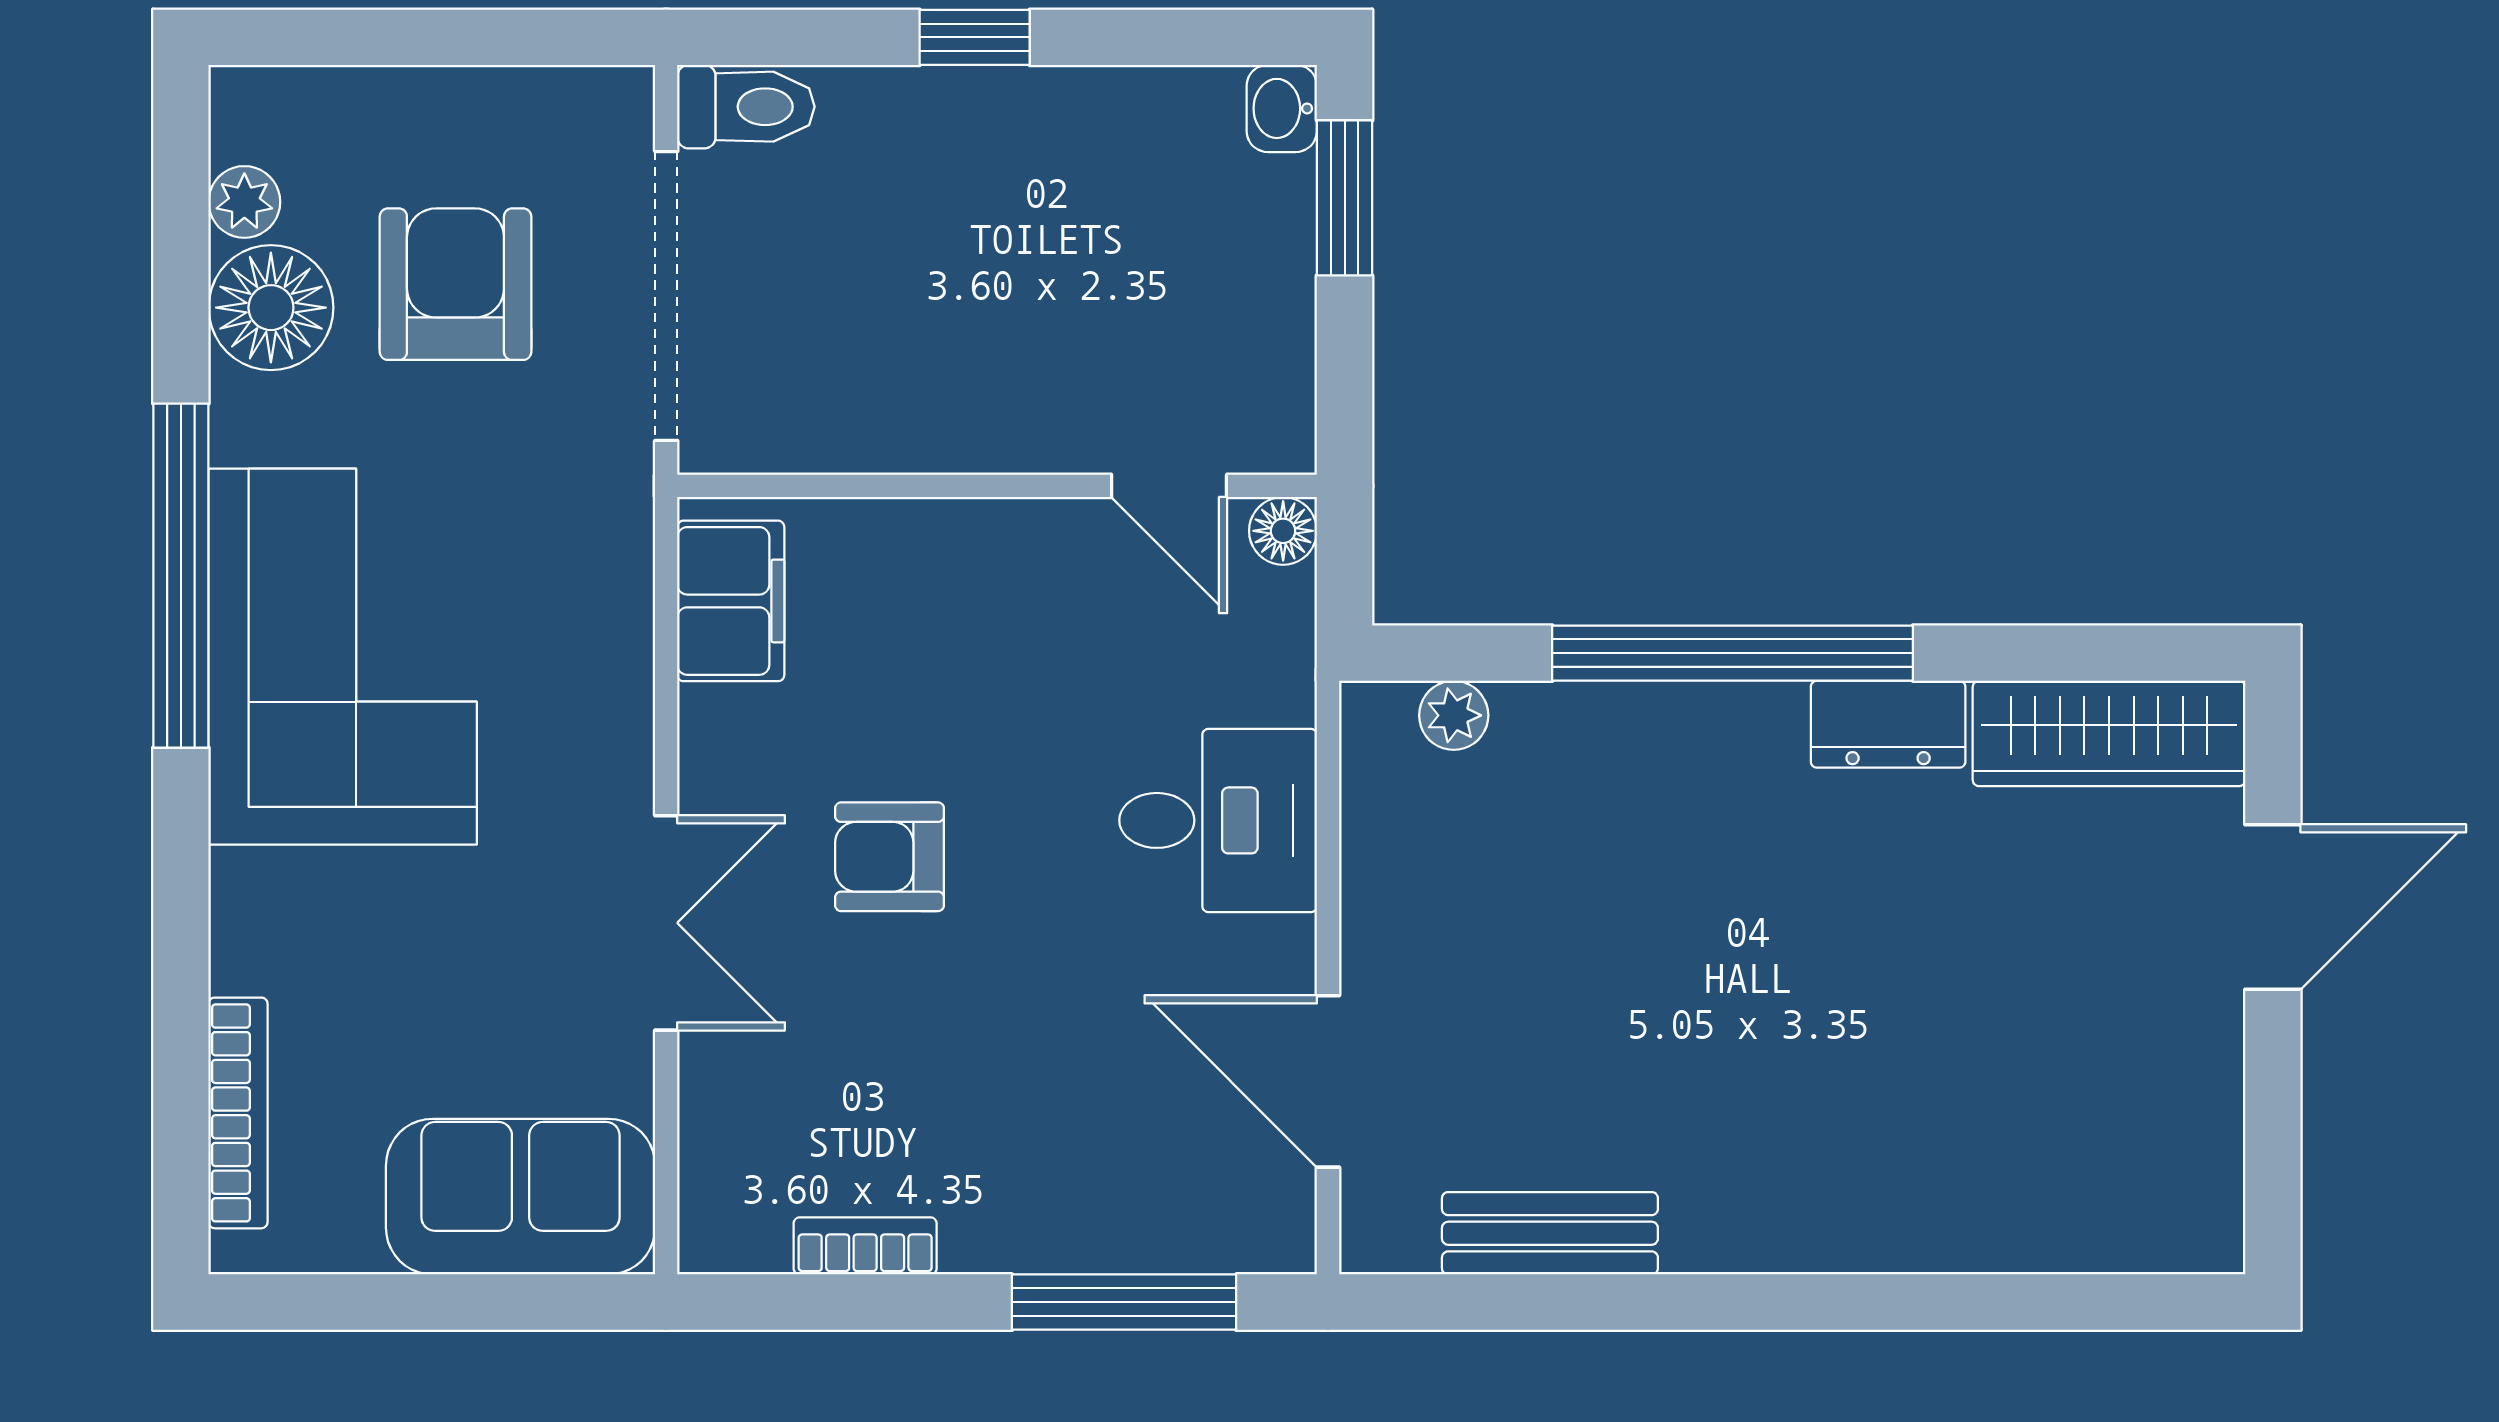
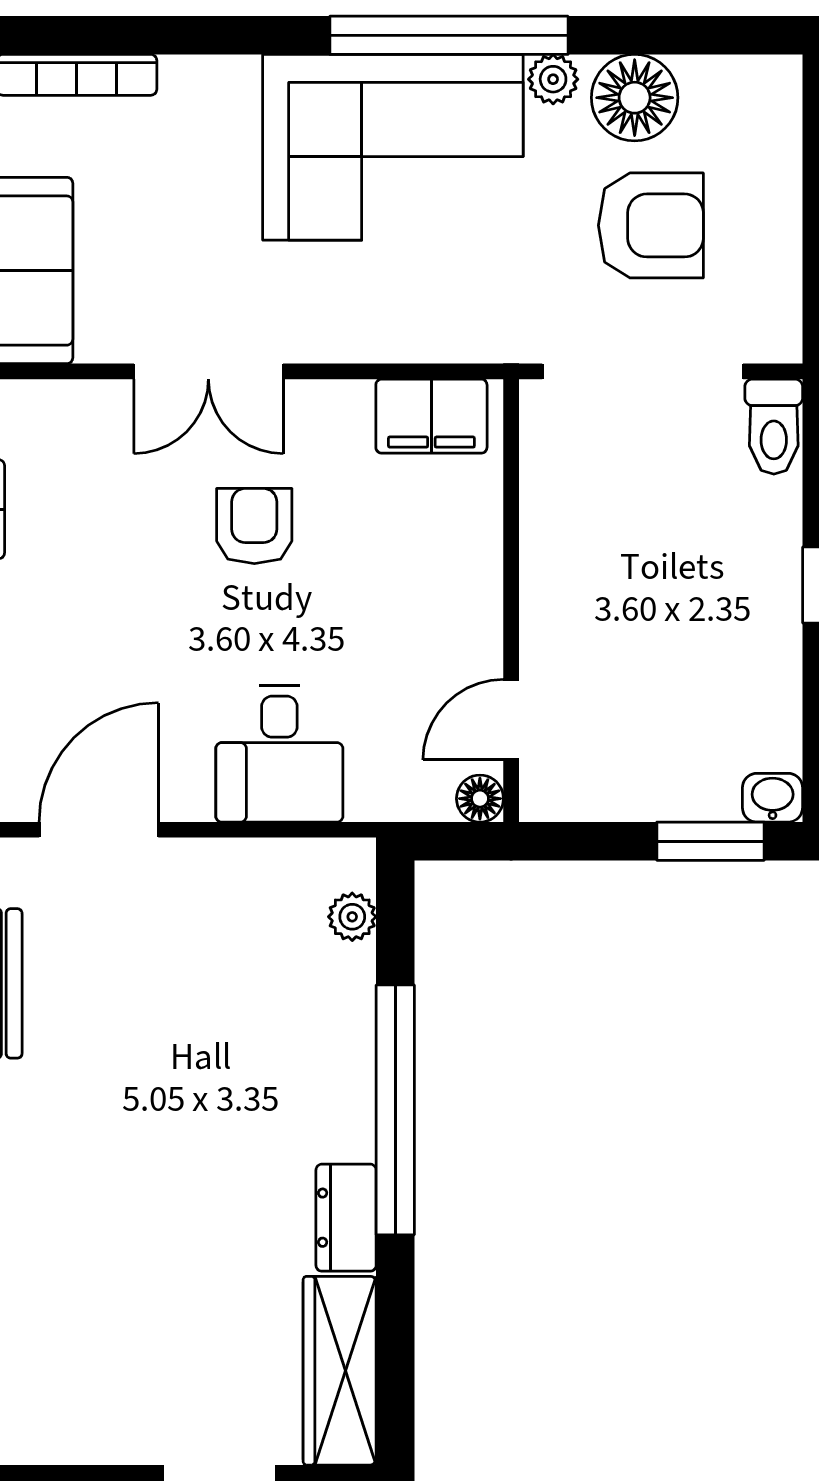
plant: (244, 202) -> (553, 79), moved

